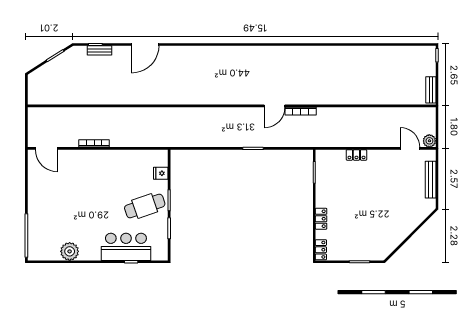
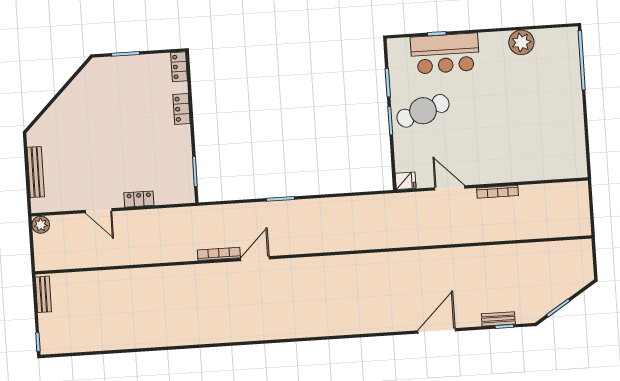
door: (46, 148) -> (450, 188), moved
door: (410, 148) -> (99, 211), moved
fridge: (161, 173) -> (406, 181), moved

